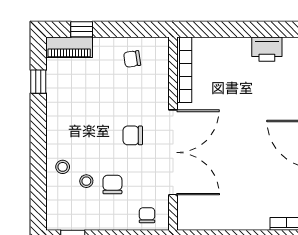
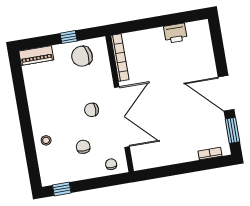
window: (82, 29) -> (69, 37), moved
chair: (132, 59) -> (82, 56), width x1.87, depth x1.87
window: (38, 82) -> (19, 83), removed
stool: (86, 181) -> (64, 147), removed

